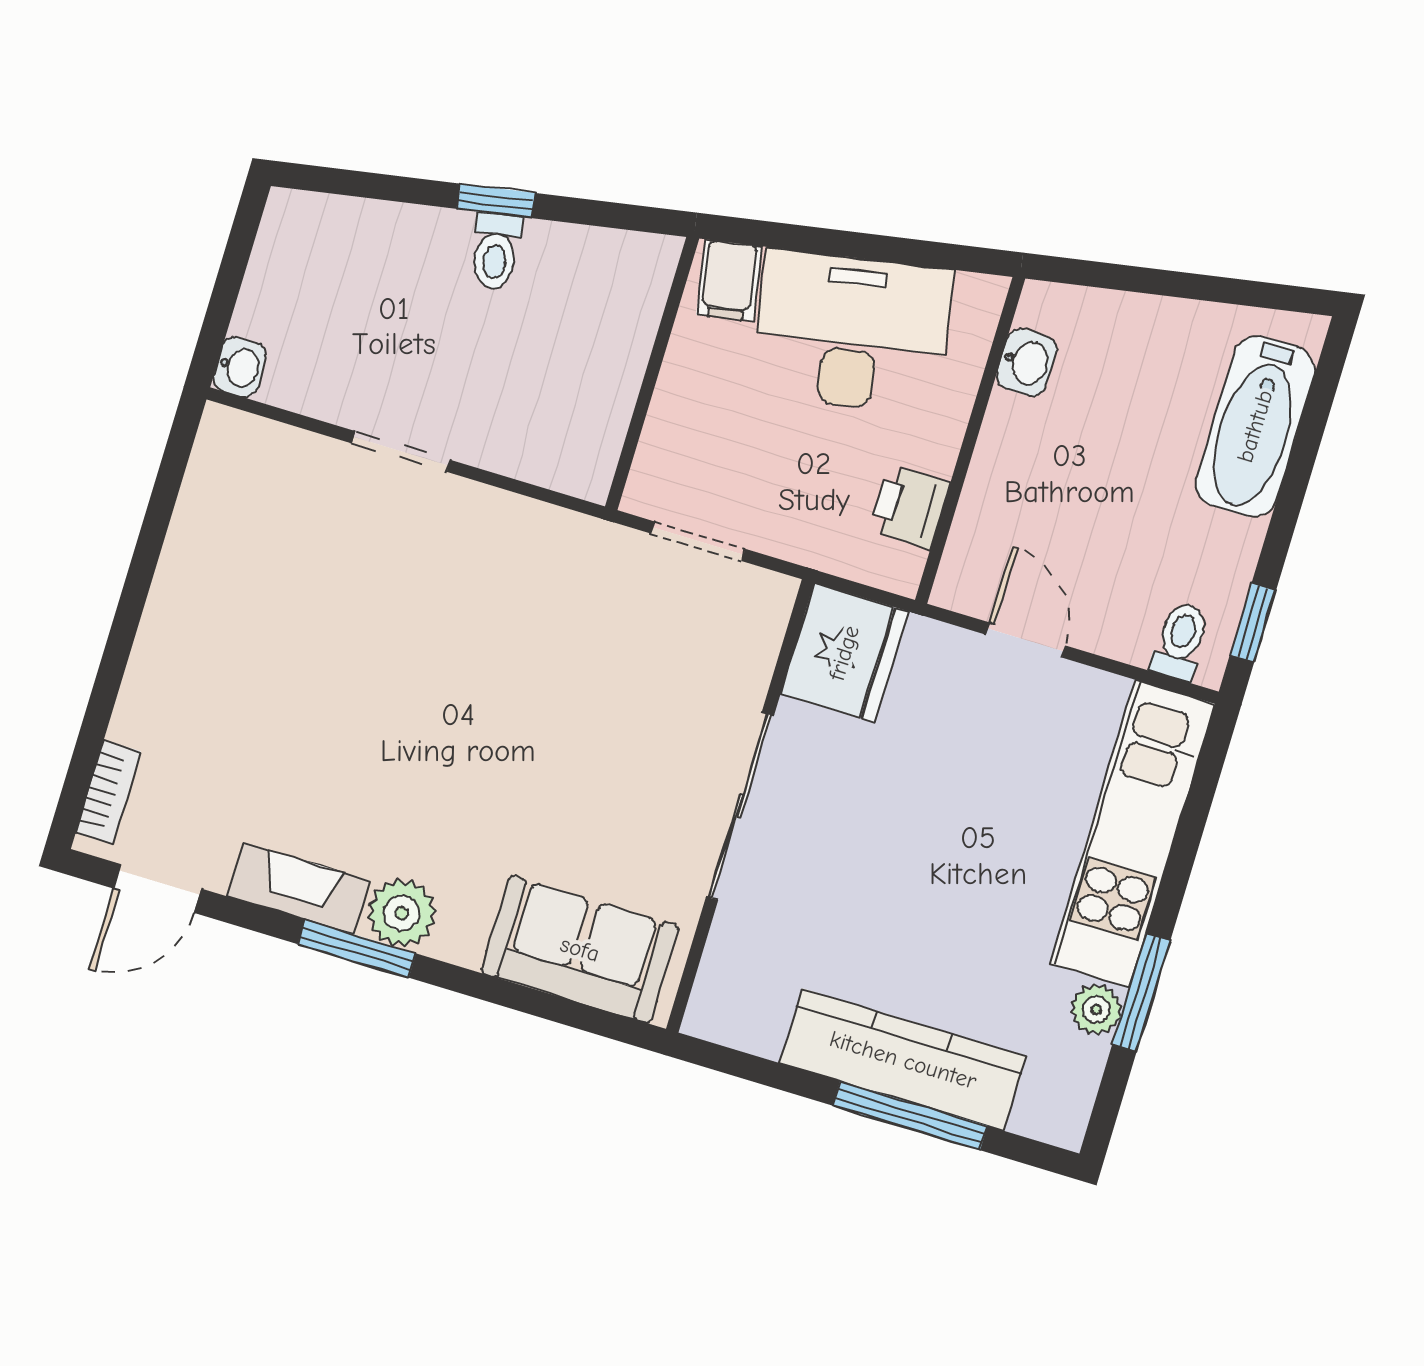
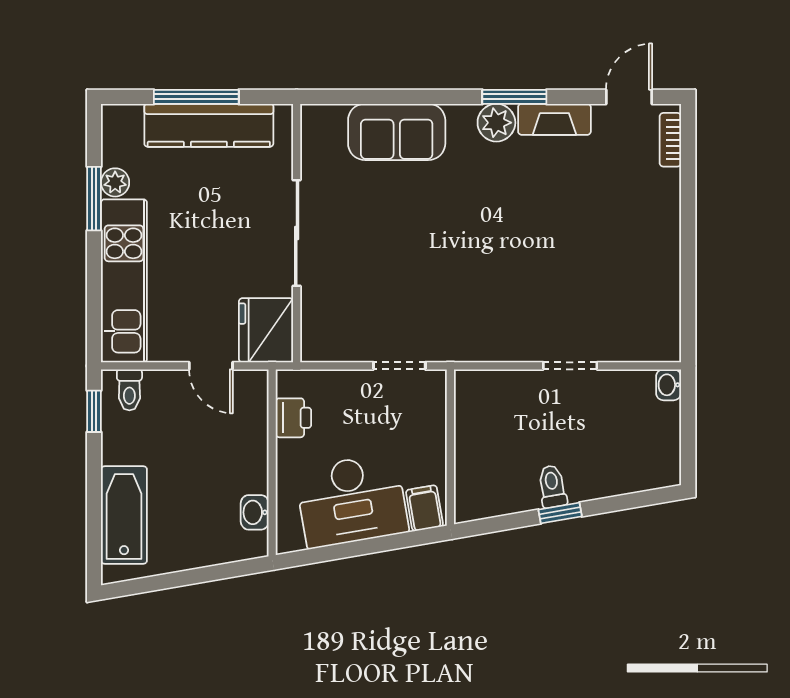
fridge: (844, 653) -> (266, 330), moved
sliding door: (740, 806) -> (297, 233), moved
wall: (740, 806) -> (297, 233), moved

